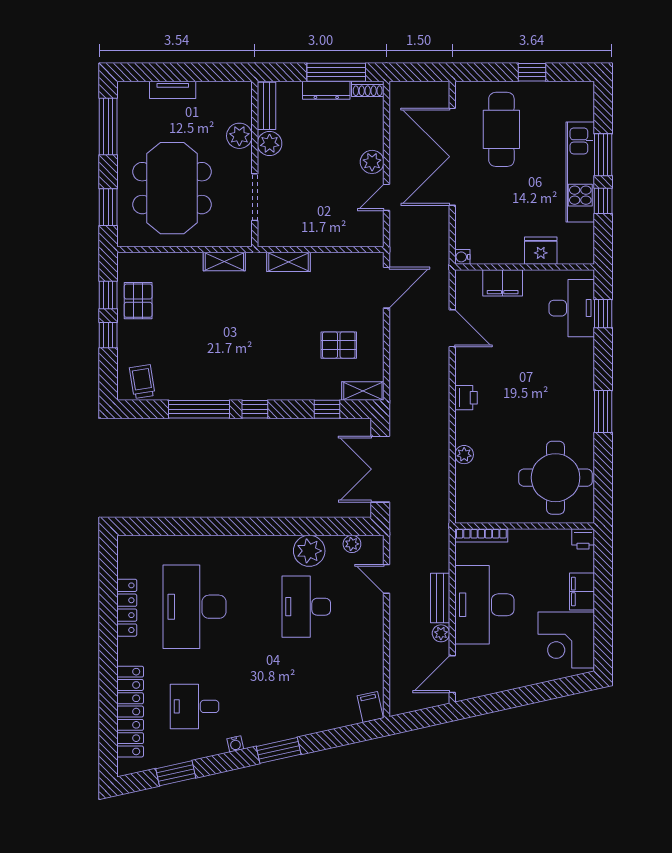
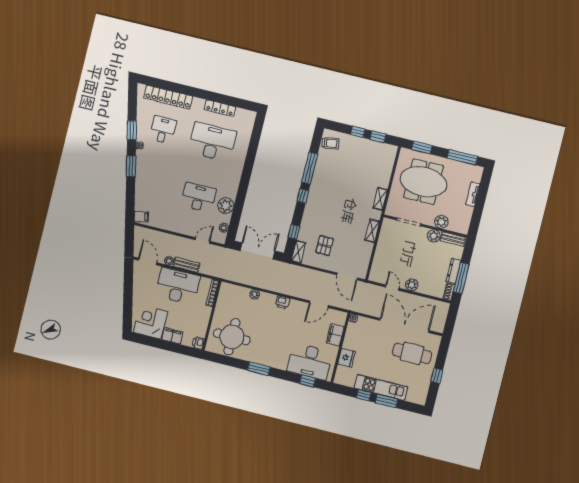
pallet: (138, 301) -> (371, 151), removed
desk: (572, 308) -> (310, 361), width x1.36, depth x1.30
window: (176, 773) -> (132, 130), moved

